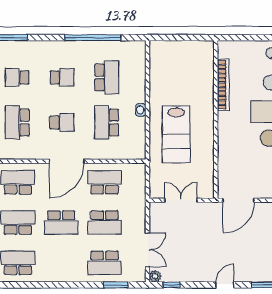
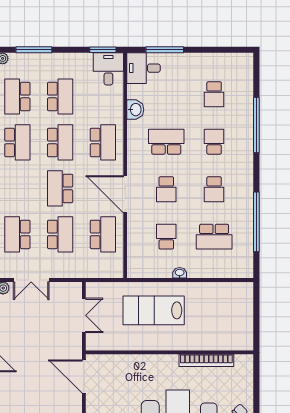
school desk: (107, 122) -> (166, 237), width x0.54
school desk: (105, 223) -> (60, 234), turned 180

